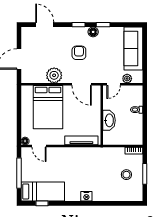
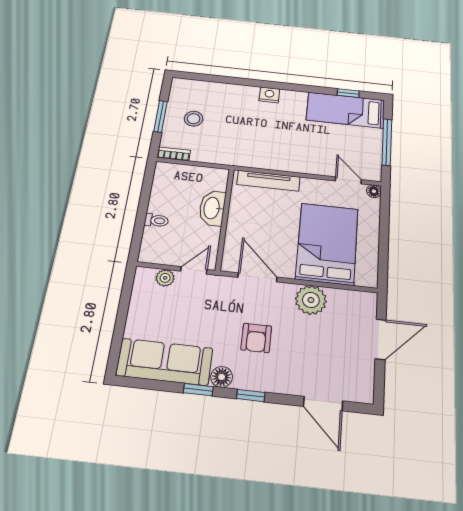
sofa: (133, 49) -> (165, 362), moved, turned -90

